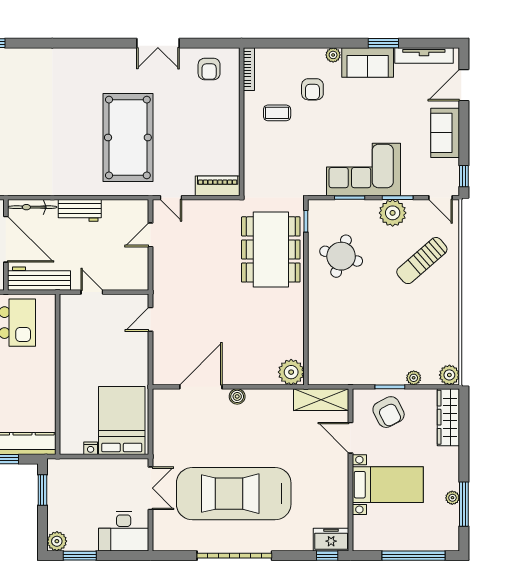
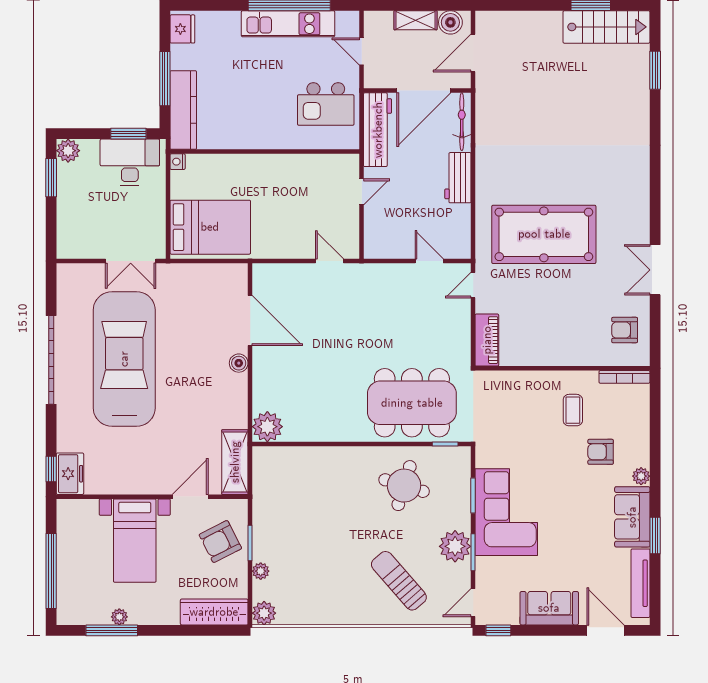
nightstand: (91, 448) -> (178, 162), moved
desk: (124, 531) -> (130, 162), moved, turned 90

